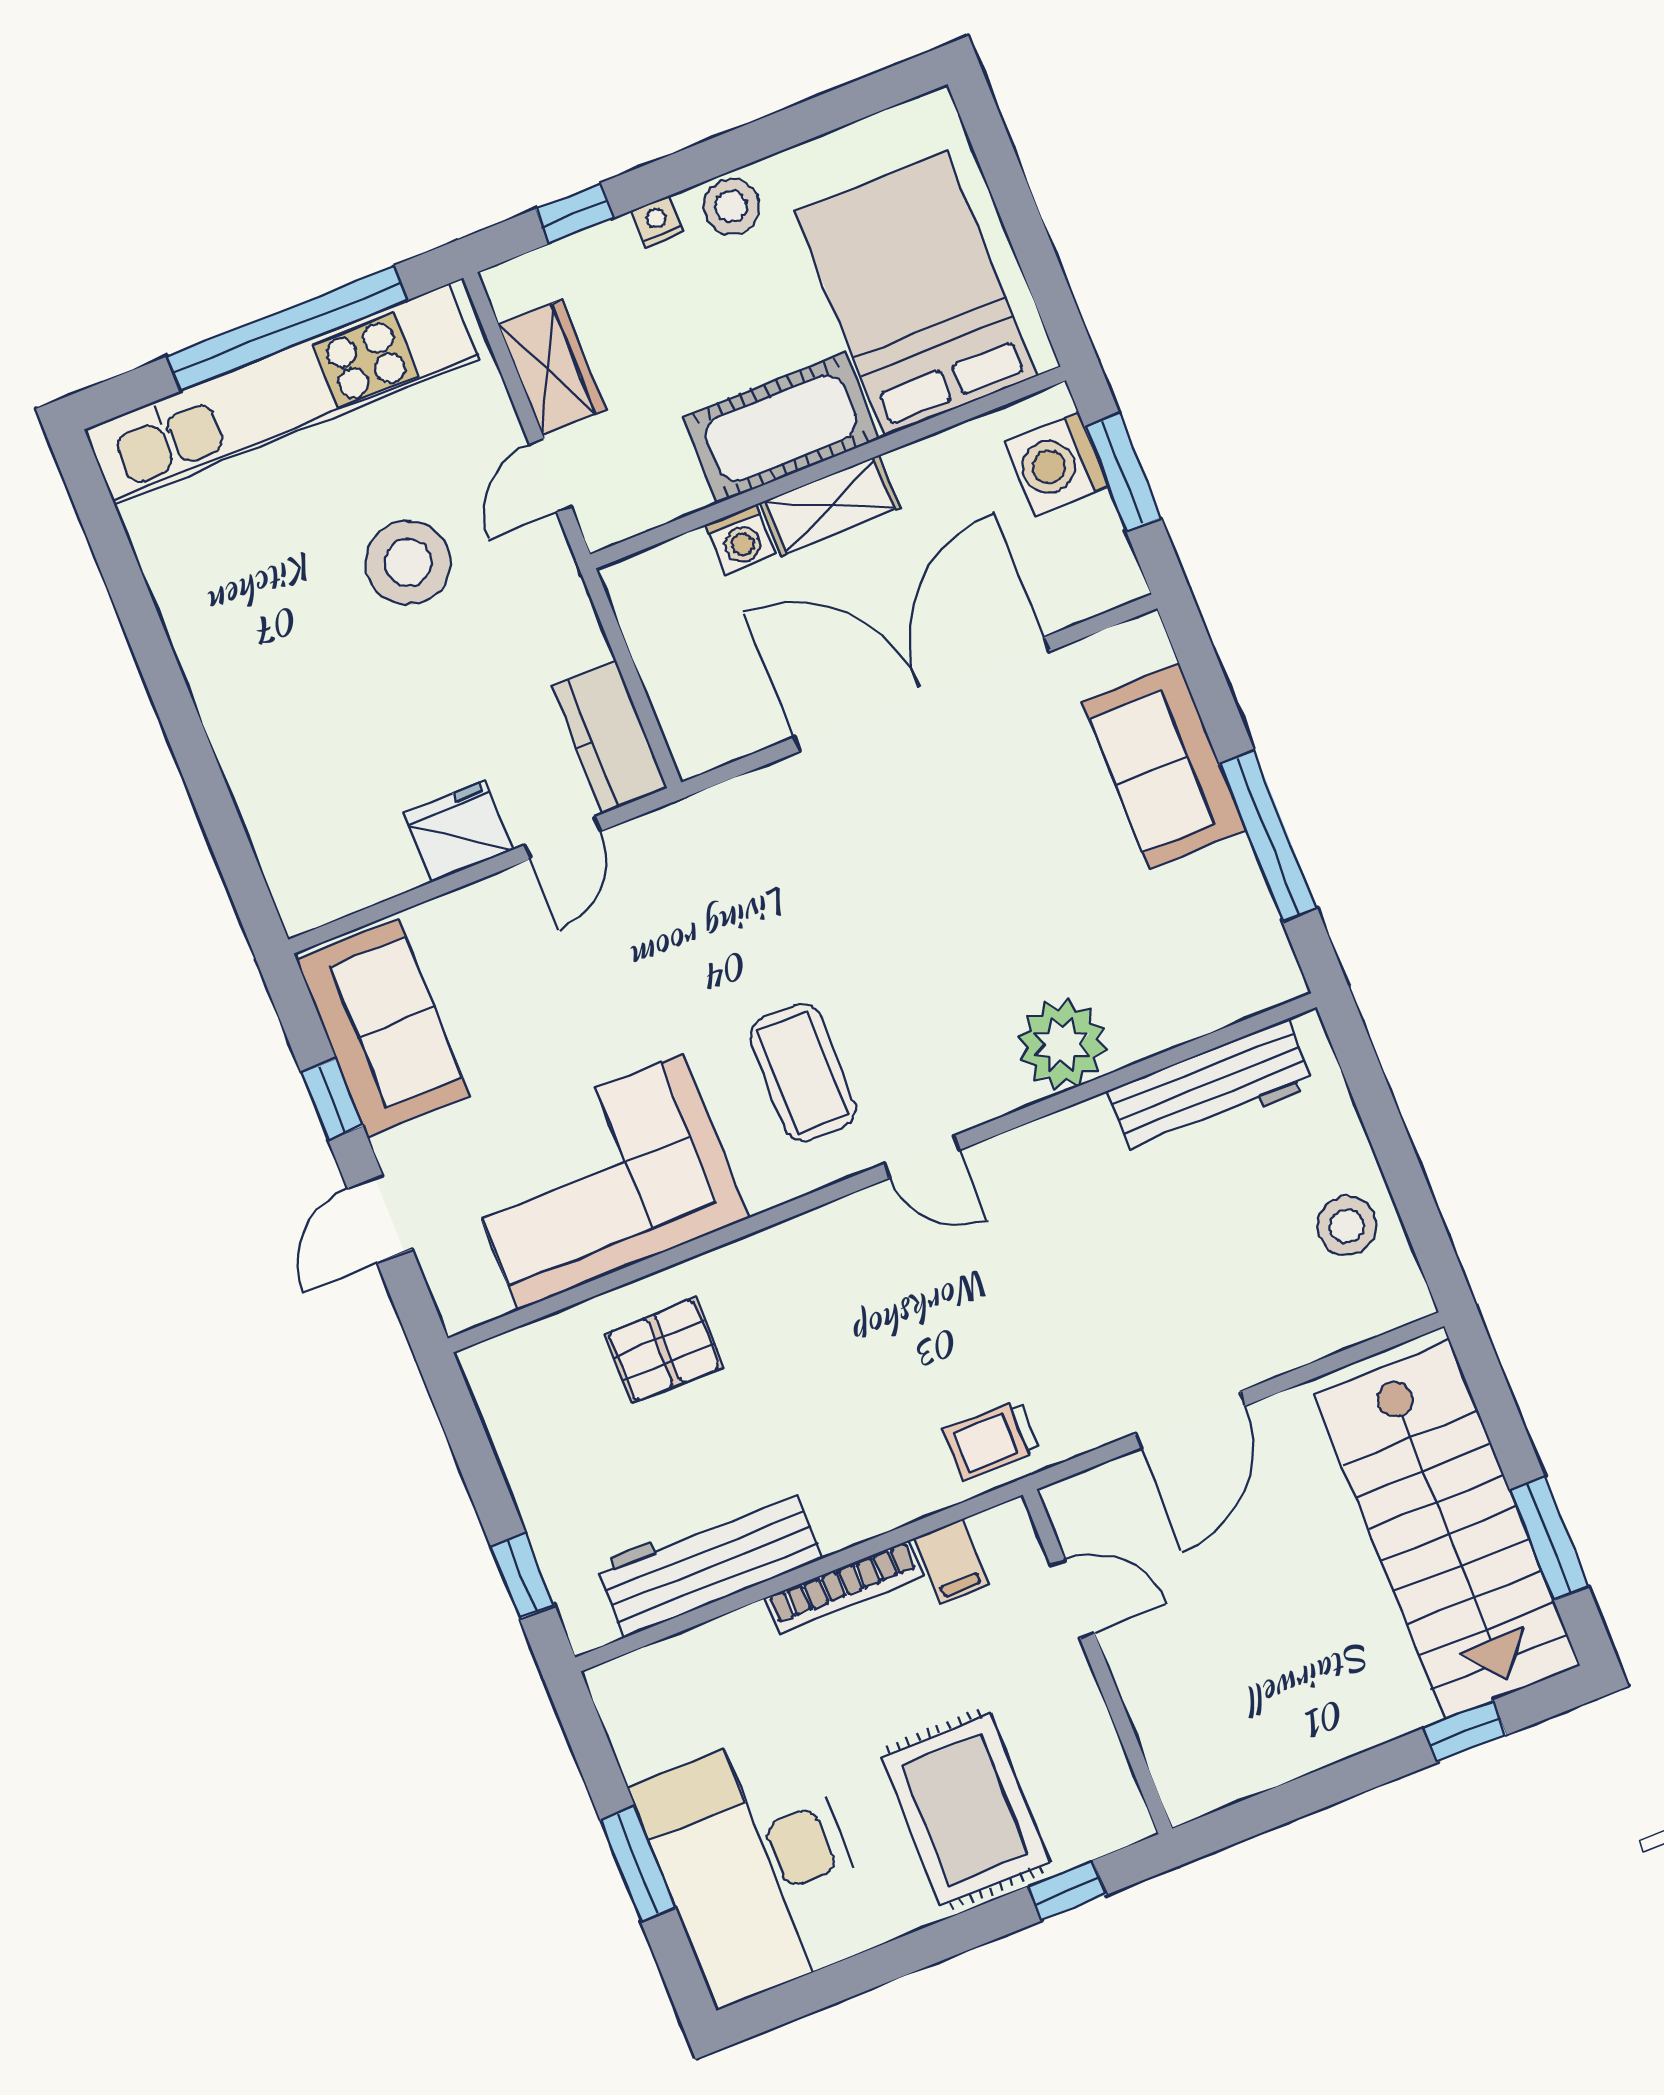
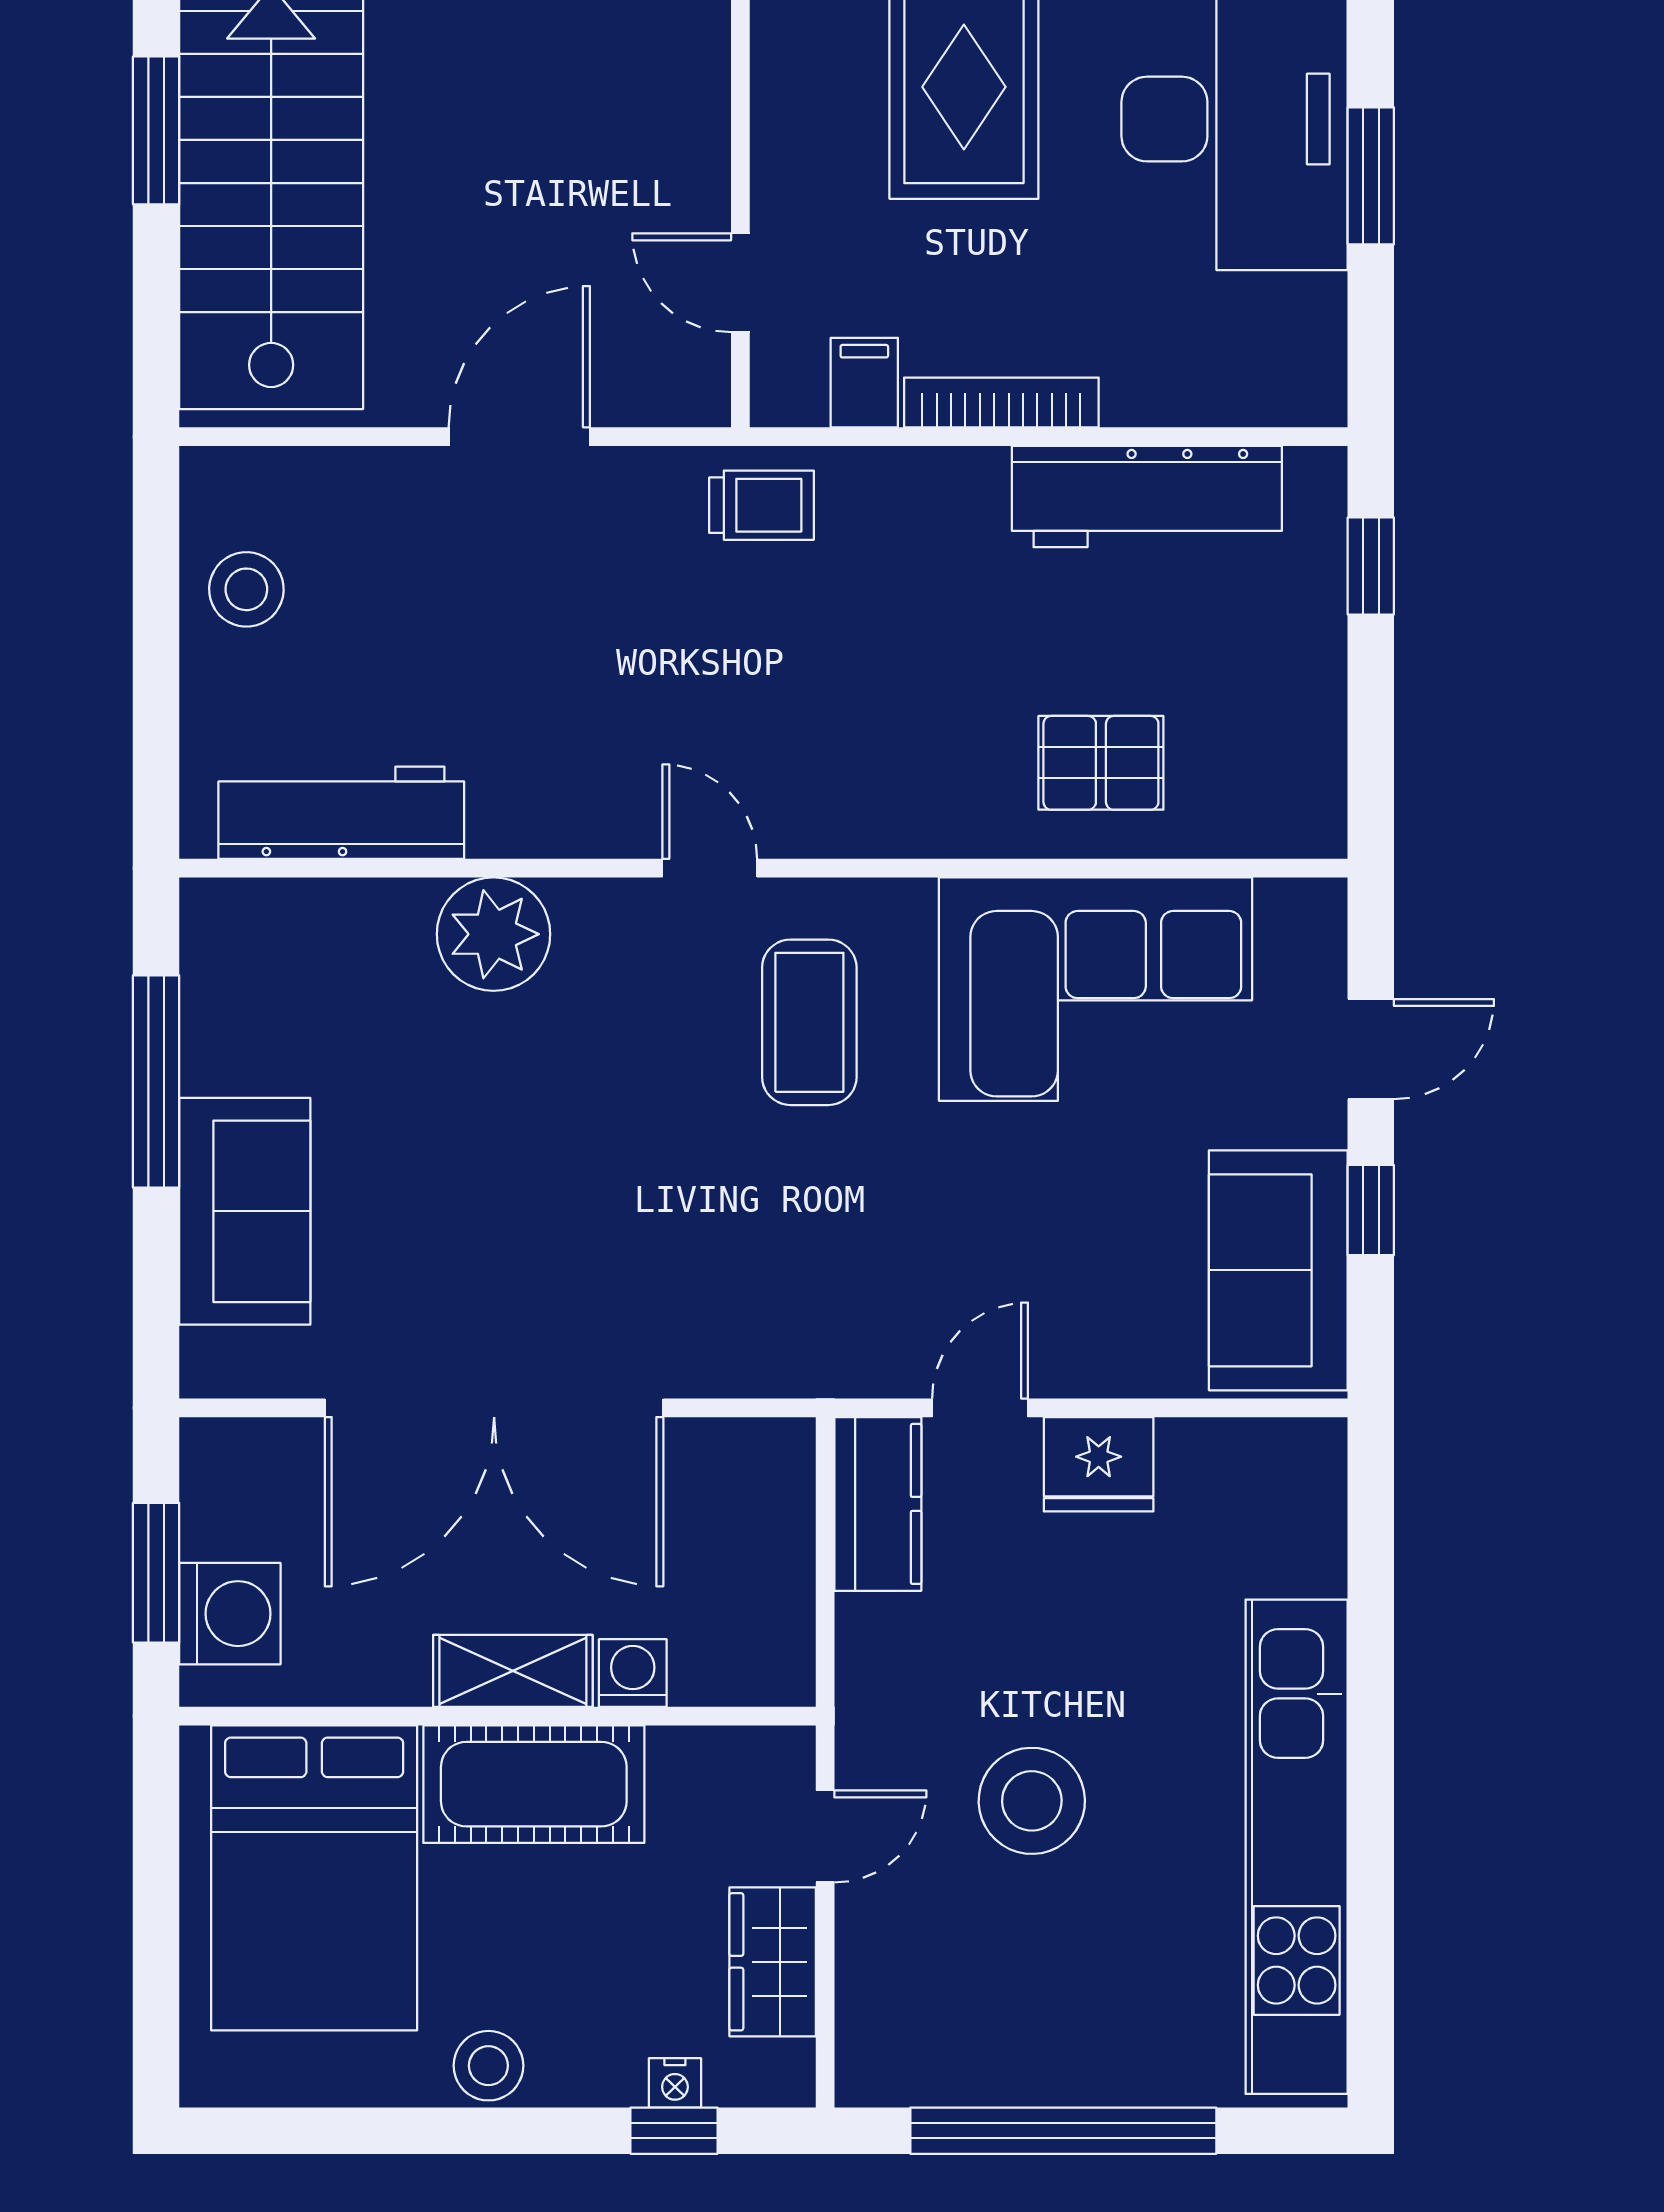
nightstand: (657, 221) -> (675, 2083), moved
kitchen unit: (282, 394) -> (1297, 1847), moved, turned -90

